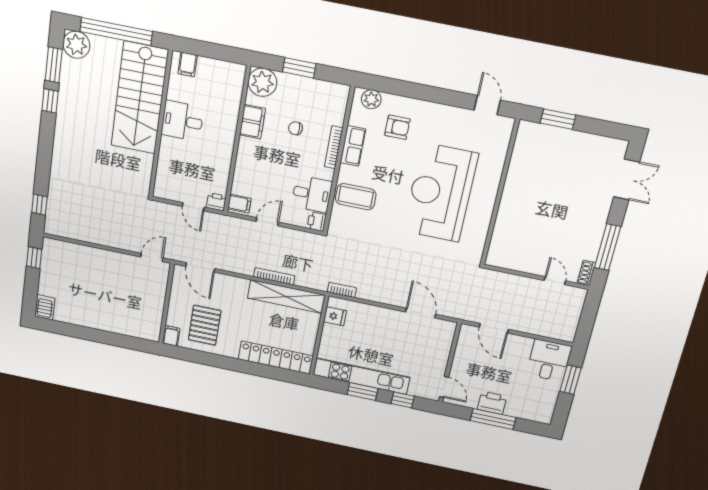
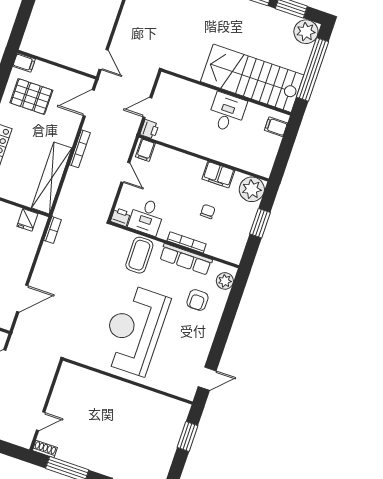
row of seats: (353, 146) -> (186, 259), width x1.48
reception desk: (440, 193) -> (134, 330), turned -90
bookcase: (274, 276) -> (80, 149), moved

